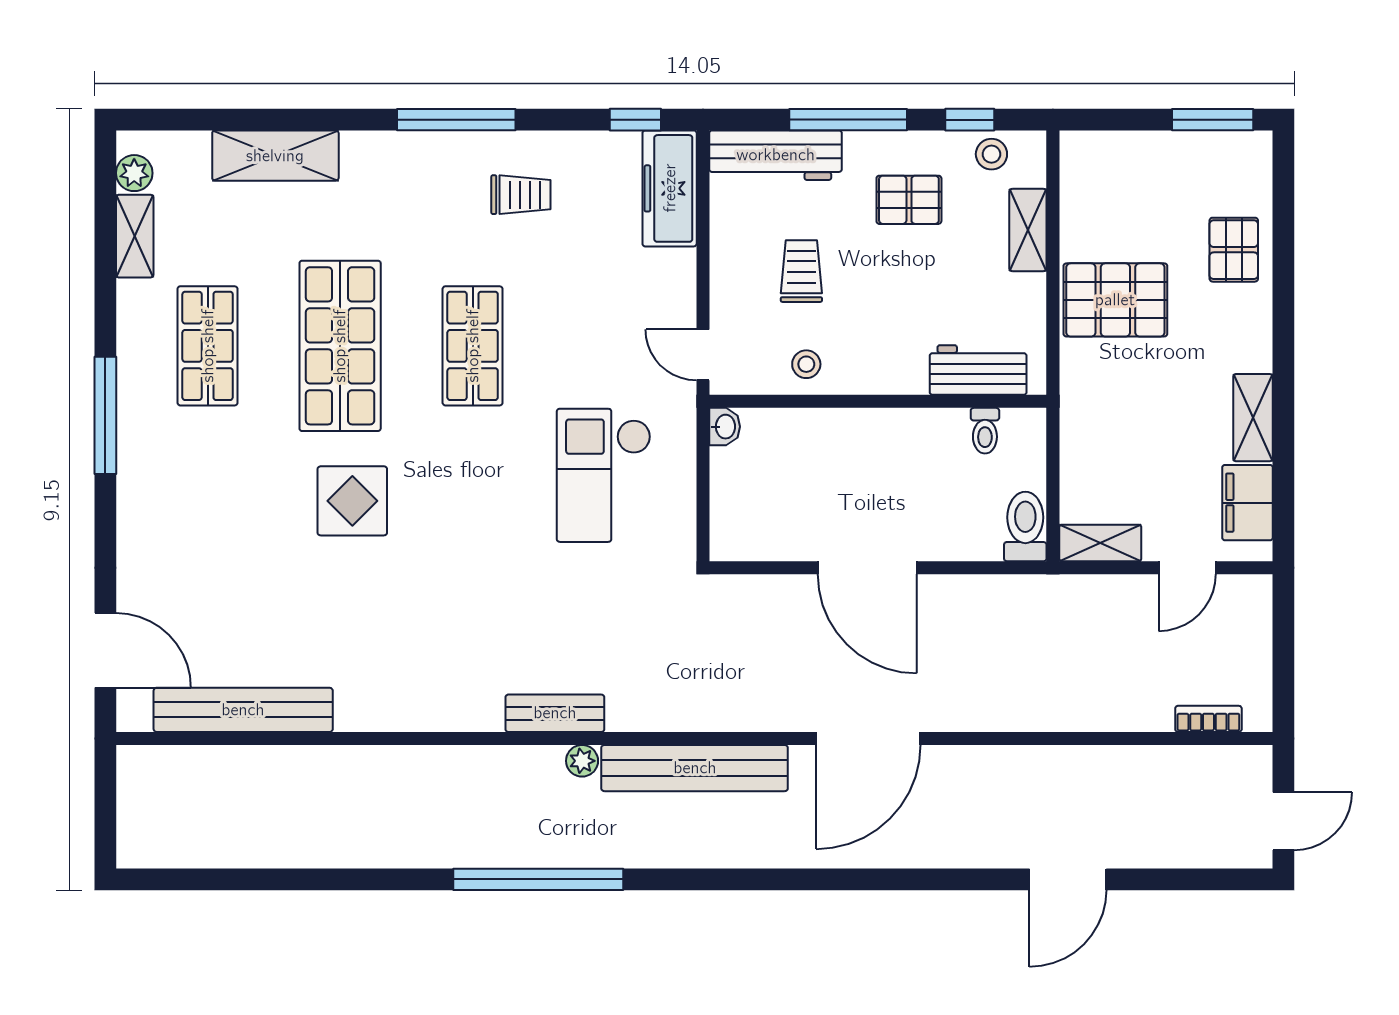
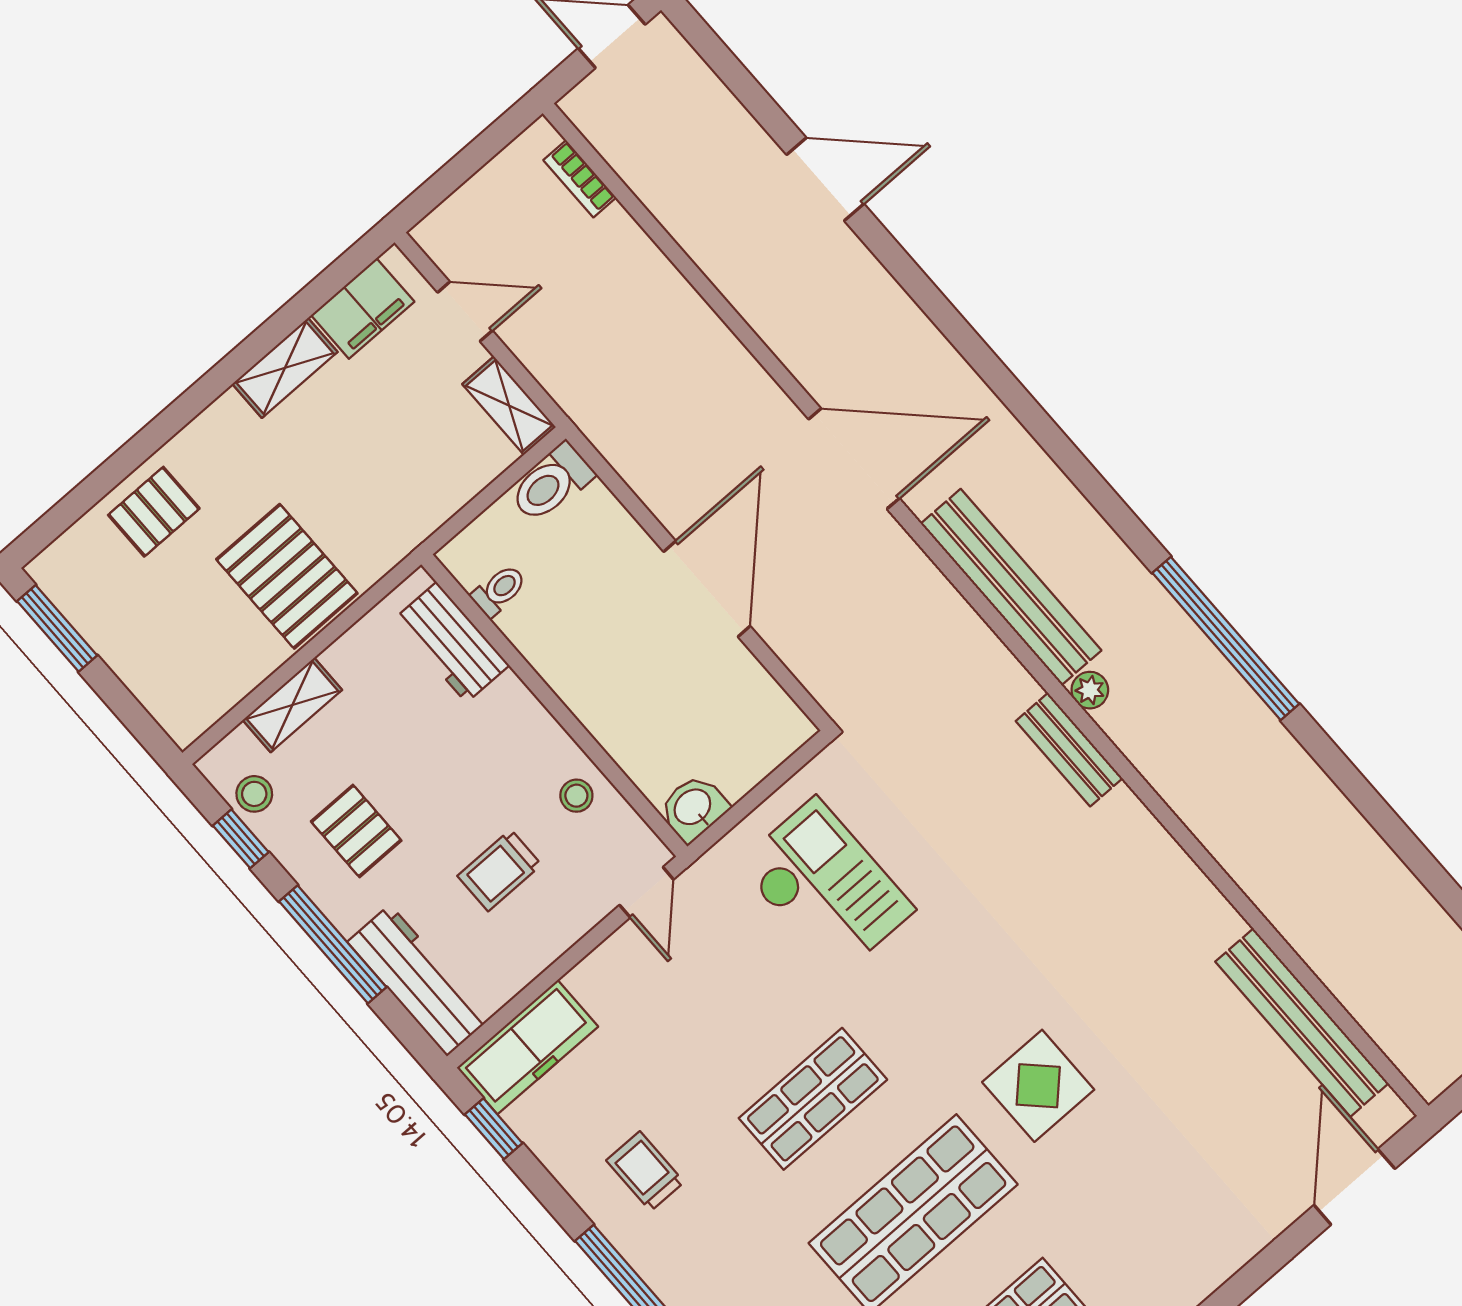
washbasin: (725, 427) -> (693, 808), width x1.38, depth x1.45
checkout: (604, 475) -> (826, 887), turned -90

